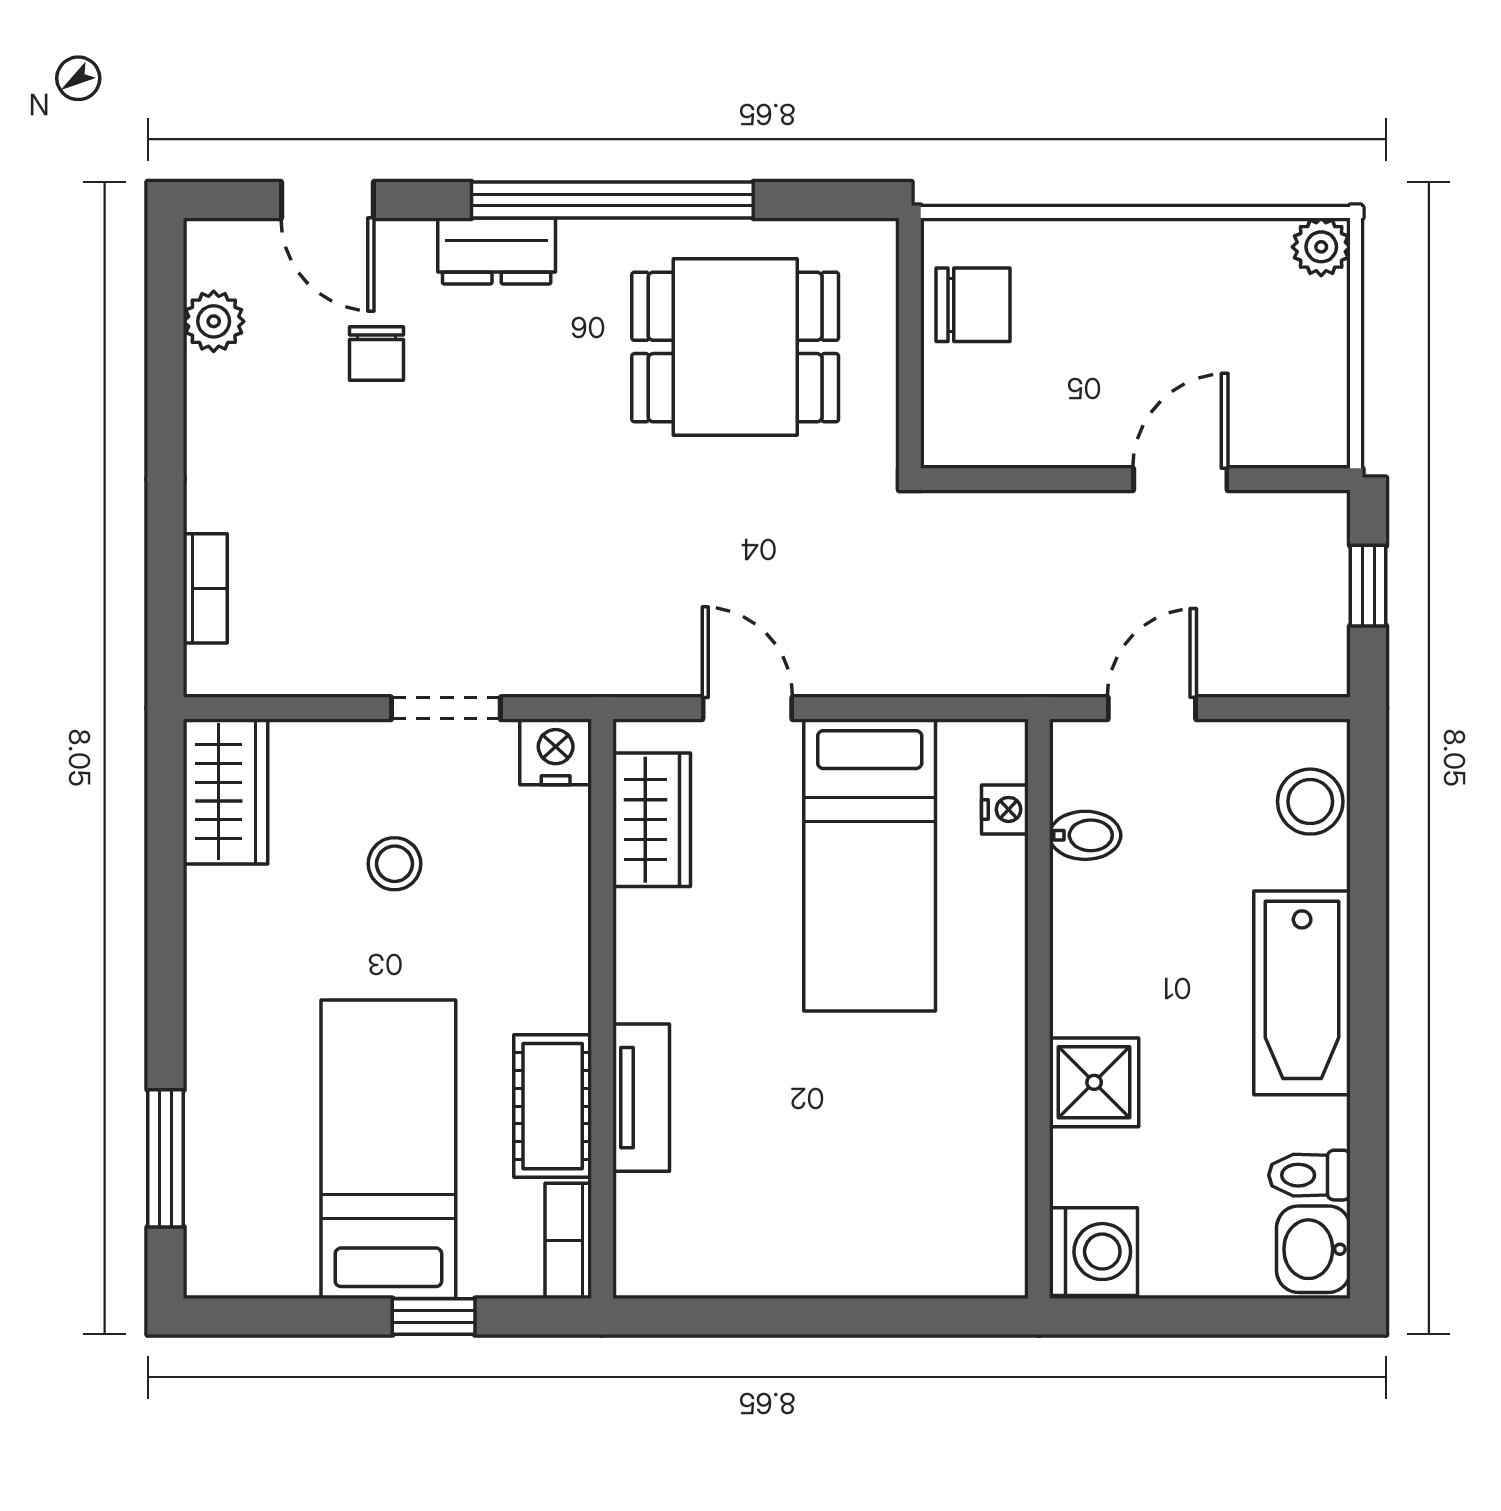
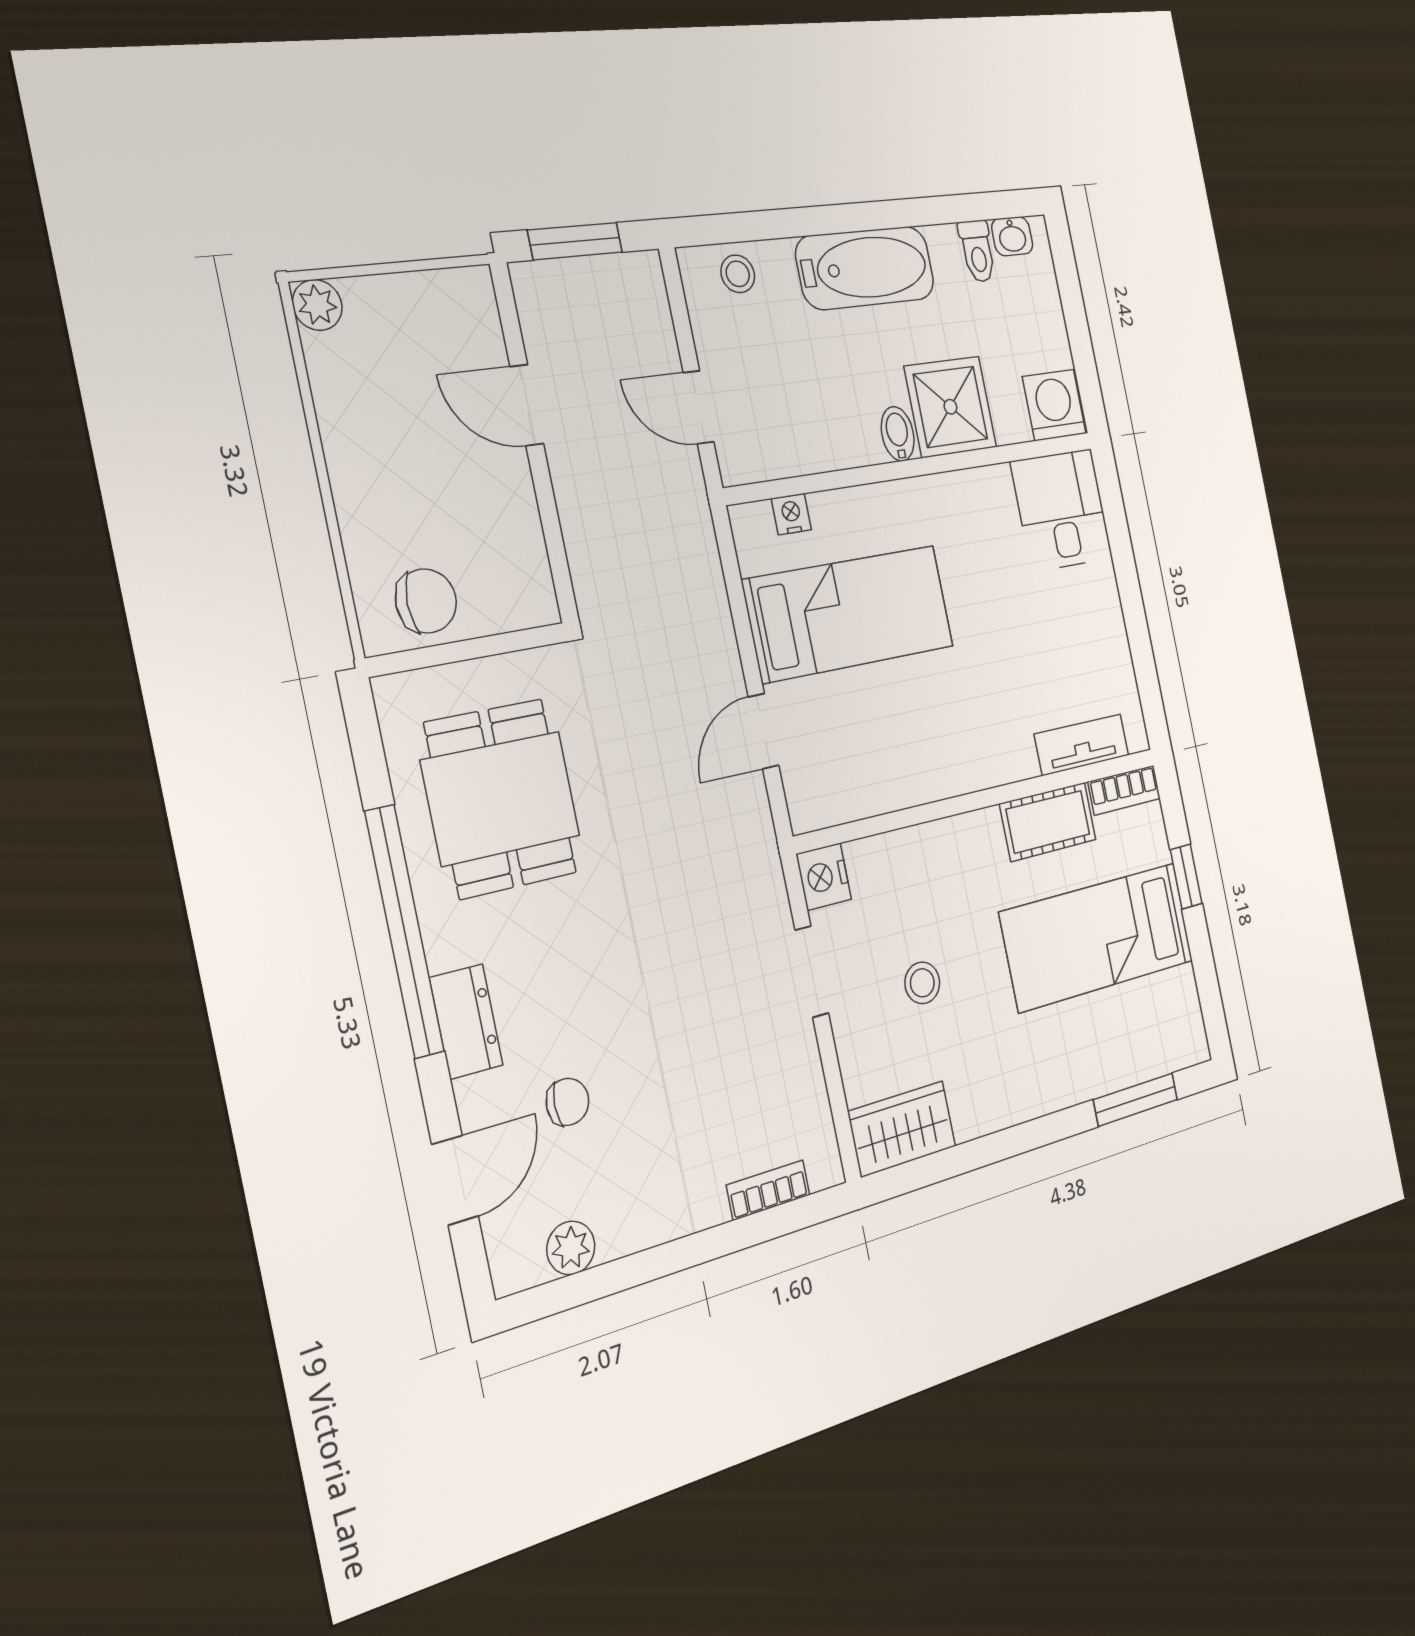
chair: (973, 305) -> (426, 601), turned 90
window: (1368, 586) -> (575, 241), width x1.50
stool: (1310, 802) -> (738, 274), width x0.73, depth x0.73
wardrobe: (652, 820) -> (854, 790), removed
bidet: (1085, 835) -> (898, 434), moved
shower: (1094, 1082) -> (950, 407), width x1.36, depth x1.36
tv unit: (641, 1098) -> (1082, 745), moved
desk: (953, 1229) -> (1062, 510), added
washbasin: (1313, 1249) -> (1012, 236), width x0.72, depth x0.69

